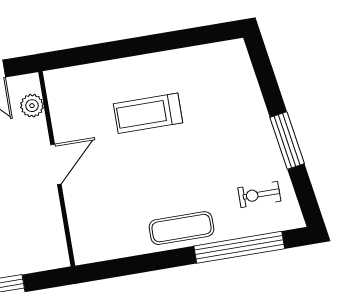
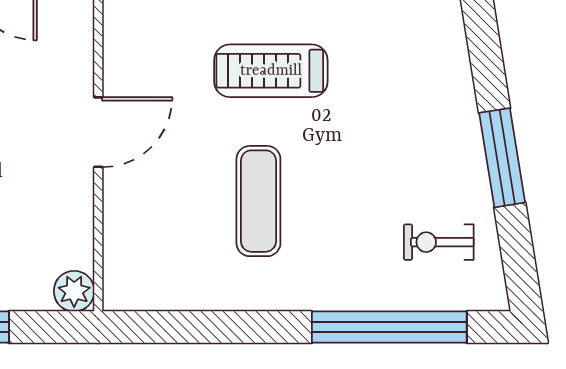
plant: (32, 106) -> (74, 291), moved
exercise mat: (182, 228) -> (258, 201), moved, turned 90

